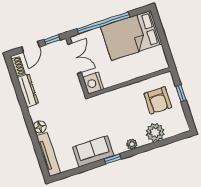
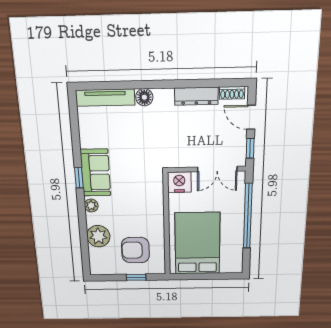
bed: (131, 35) -> (197, 243), moved
sofa: (93, 151) -> (96, 173), moved

